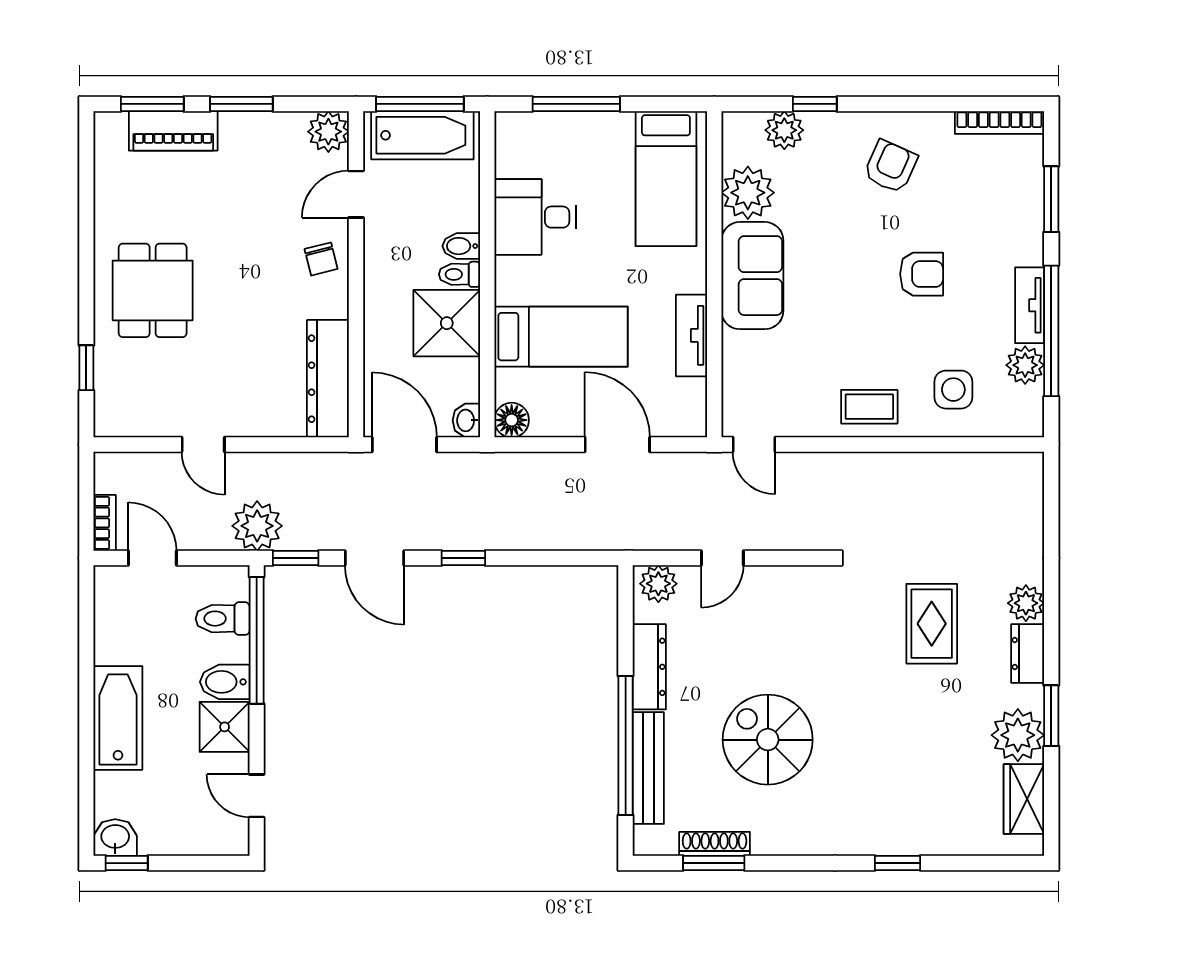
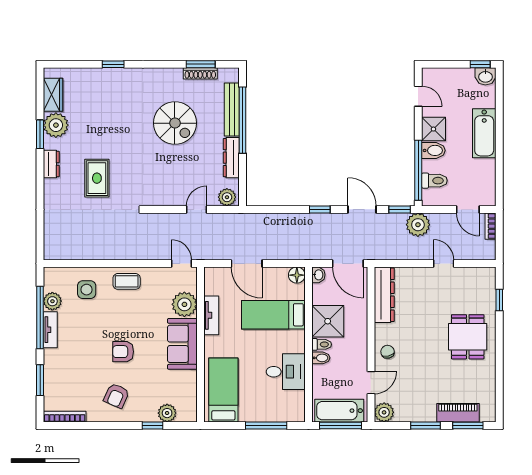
plant: (748, 193) -> (184, 304), moved
armchair: (922, 274) -> (123, 352), moved
plant: (1026, 603) -> (52, 188), removed

